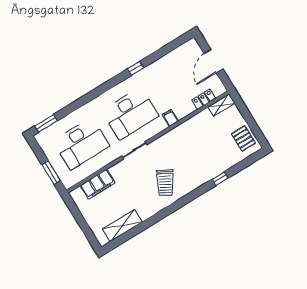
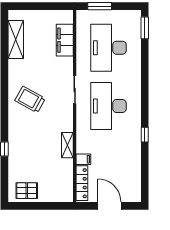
locker: (204, 99) -> (82, 183), width x1.53
shelving: (221, 105) -> (67, 145), moved
filing cabinet: (170, 118) -> (83, 159), moved

